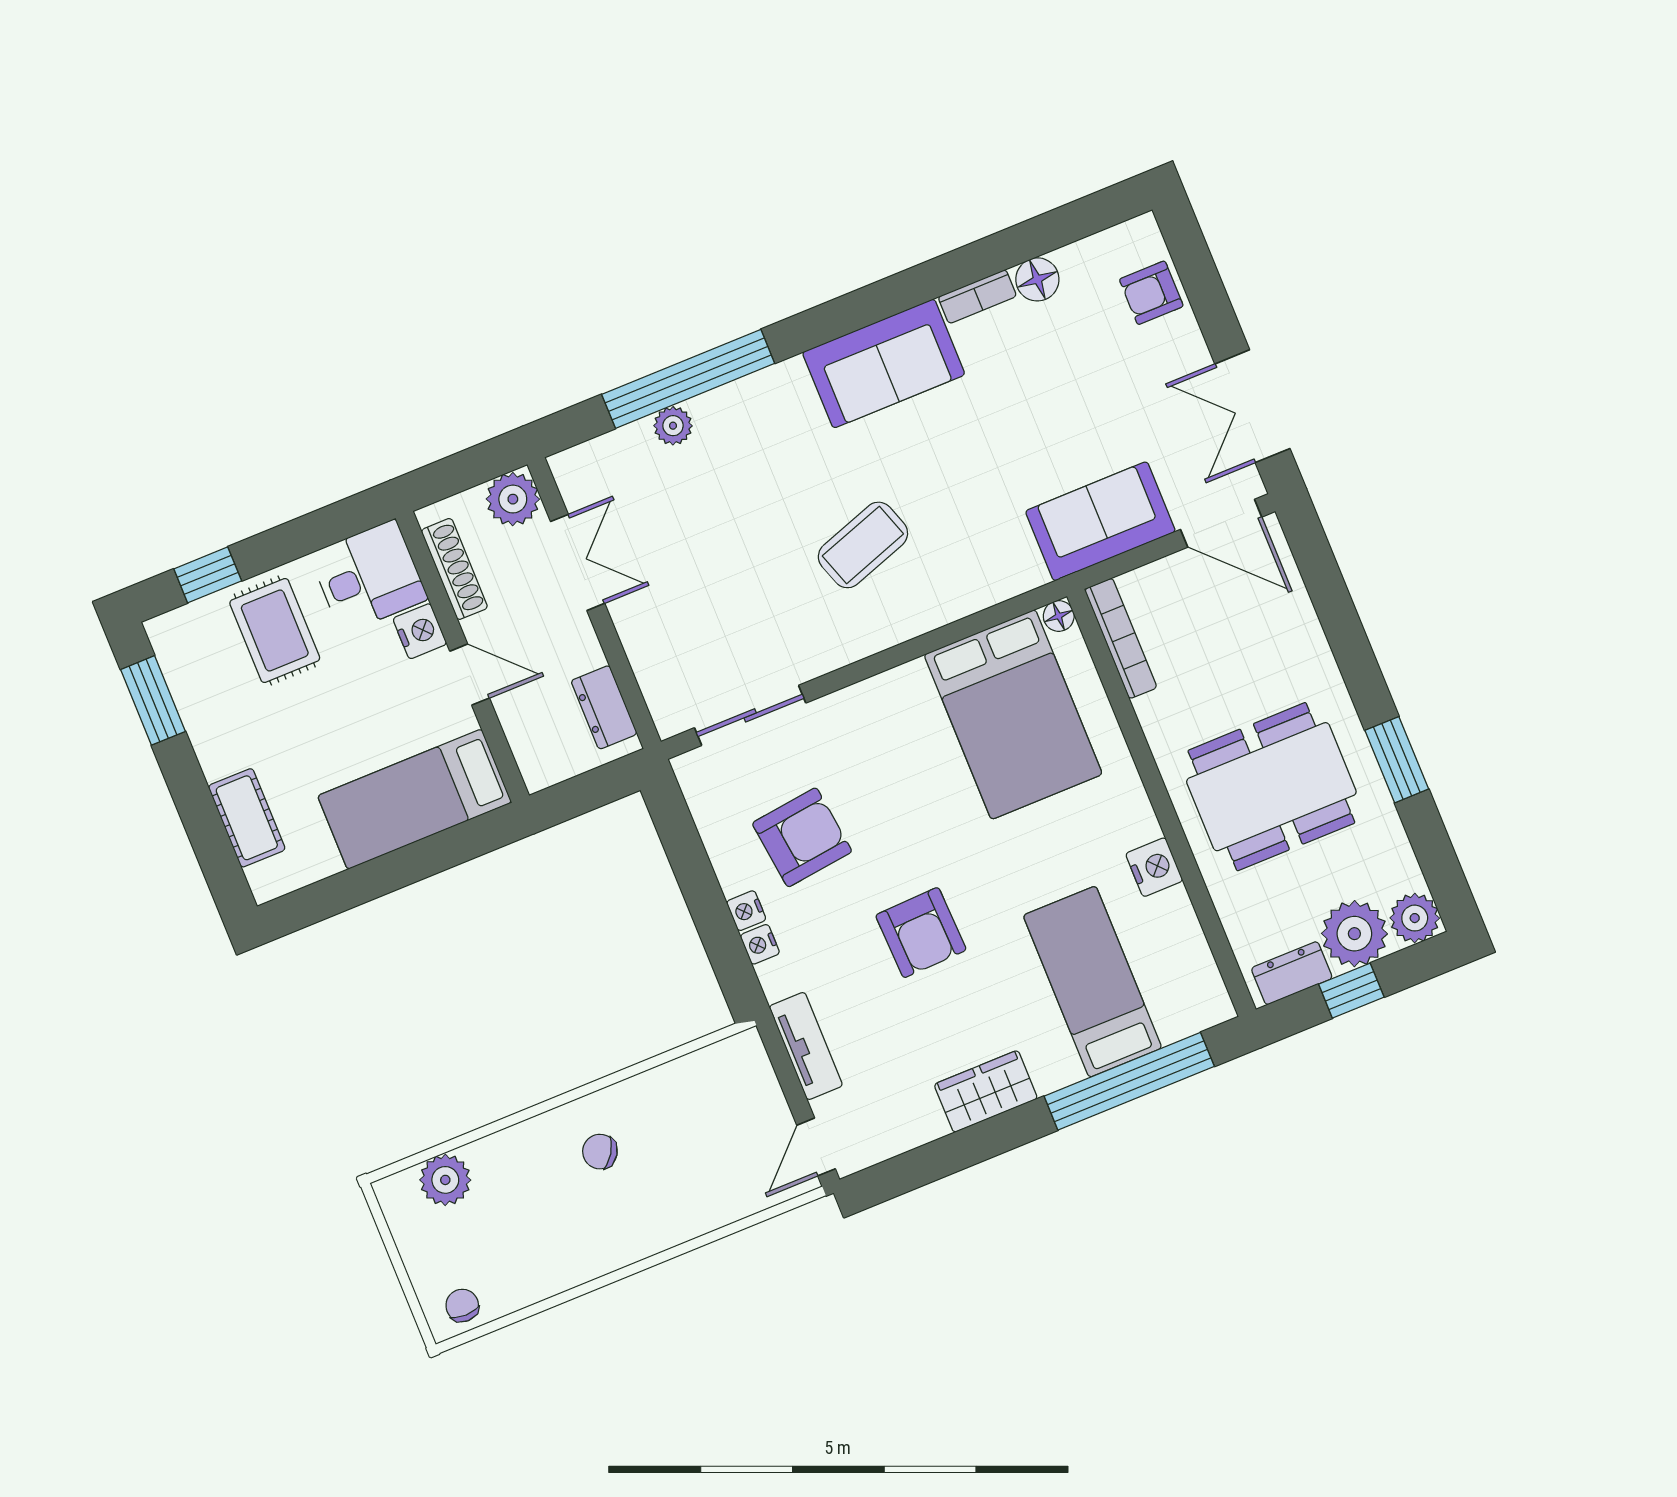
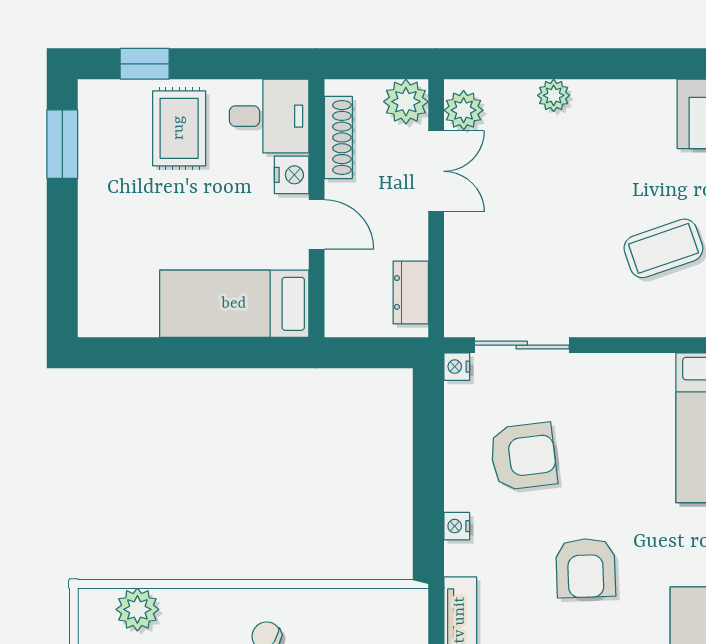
window: (688, 379) -> (580, 64), removed
plant: (580, 482) -> (464, 110), added
cot: (247, 818) -> (98, 265), removed
nightstand: (746, 911) -> (457, 367), moved

